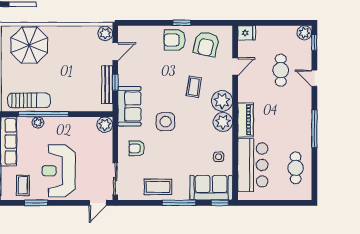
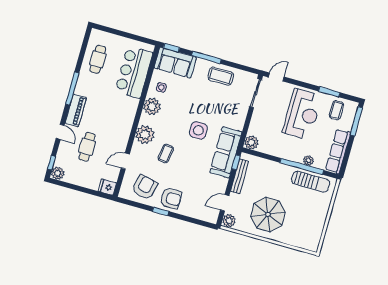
parasol: (29, 45) -> (268, 214), moved
window: (115, 82) -> (236, 162), moved
sun lounger: (29, 100) -> (311, 182), turned 180
sofa: (129, 106) -> (226, 152), width x1.36
piano: (246, 120) -> (76, 110), moved, turned 180
plant: (223, 122) -> (152, 107), moved
armchair: (137, 148) -> (230, 114), removed

